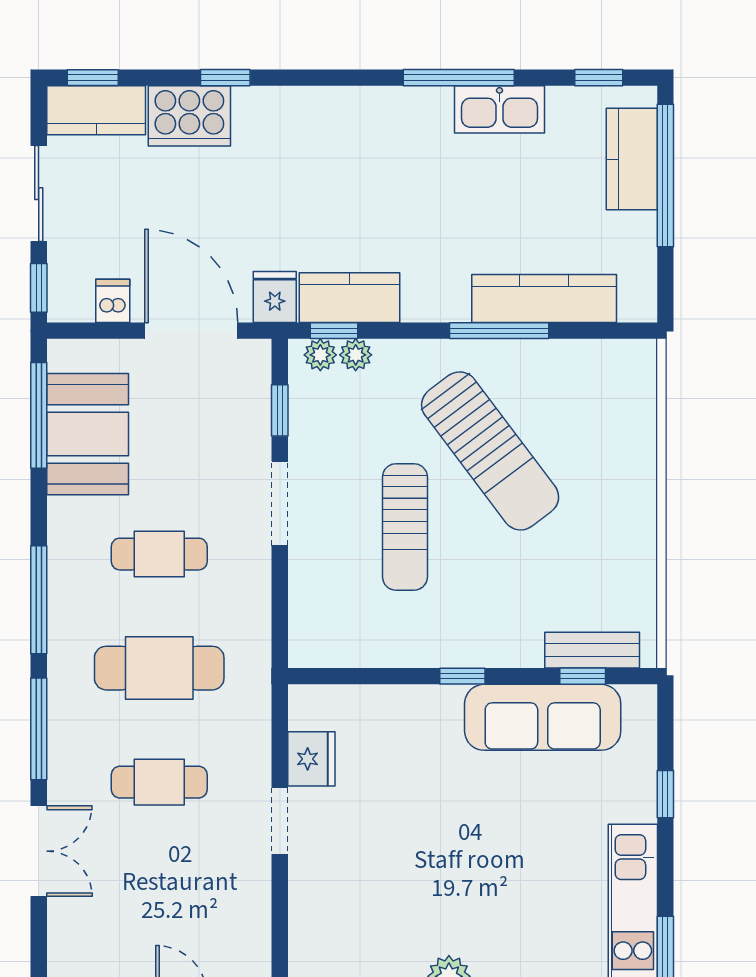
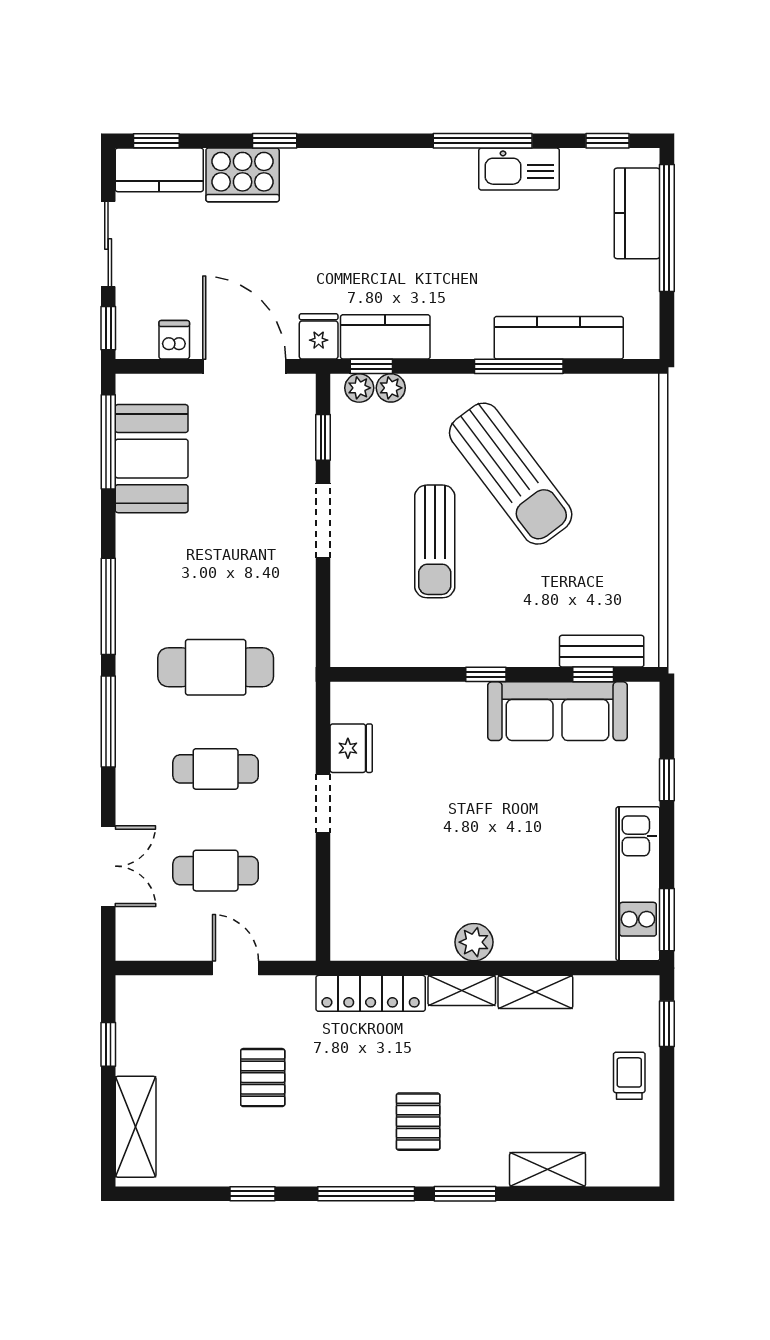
cafe table: (159, 554) -> (216, 871), moved
double door: (39, 851) -> (108, 866), moved

